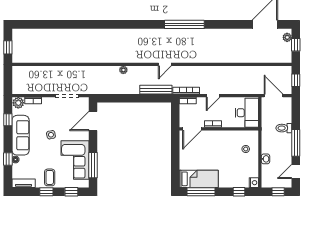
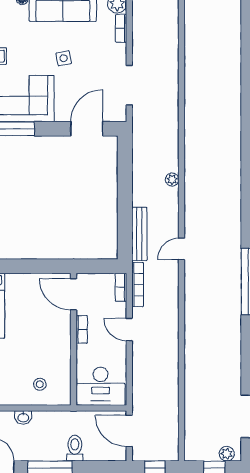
door: (165, 64) -> (181, 249), hinge flipped
door: (274, 96) -> (129, 431), swing flipped
door: (93, 121) -> (87, 129), hinge flipped

